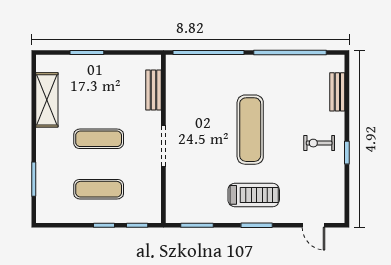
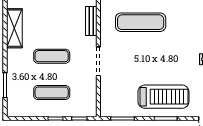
exercise mat: (250, 130) -> (141, 22), moved, turned 90
treadmill: (254, 195) -> (163, 97), width x1.37, depth x1.38

